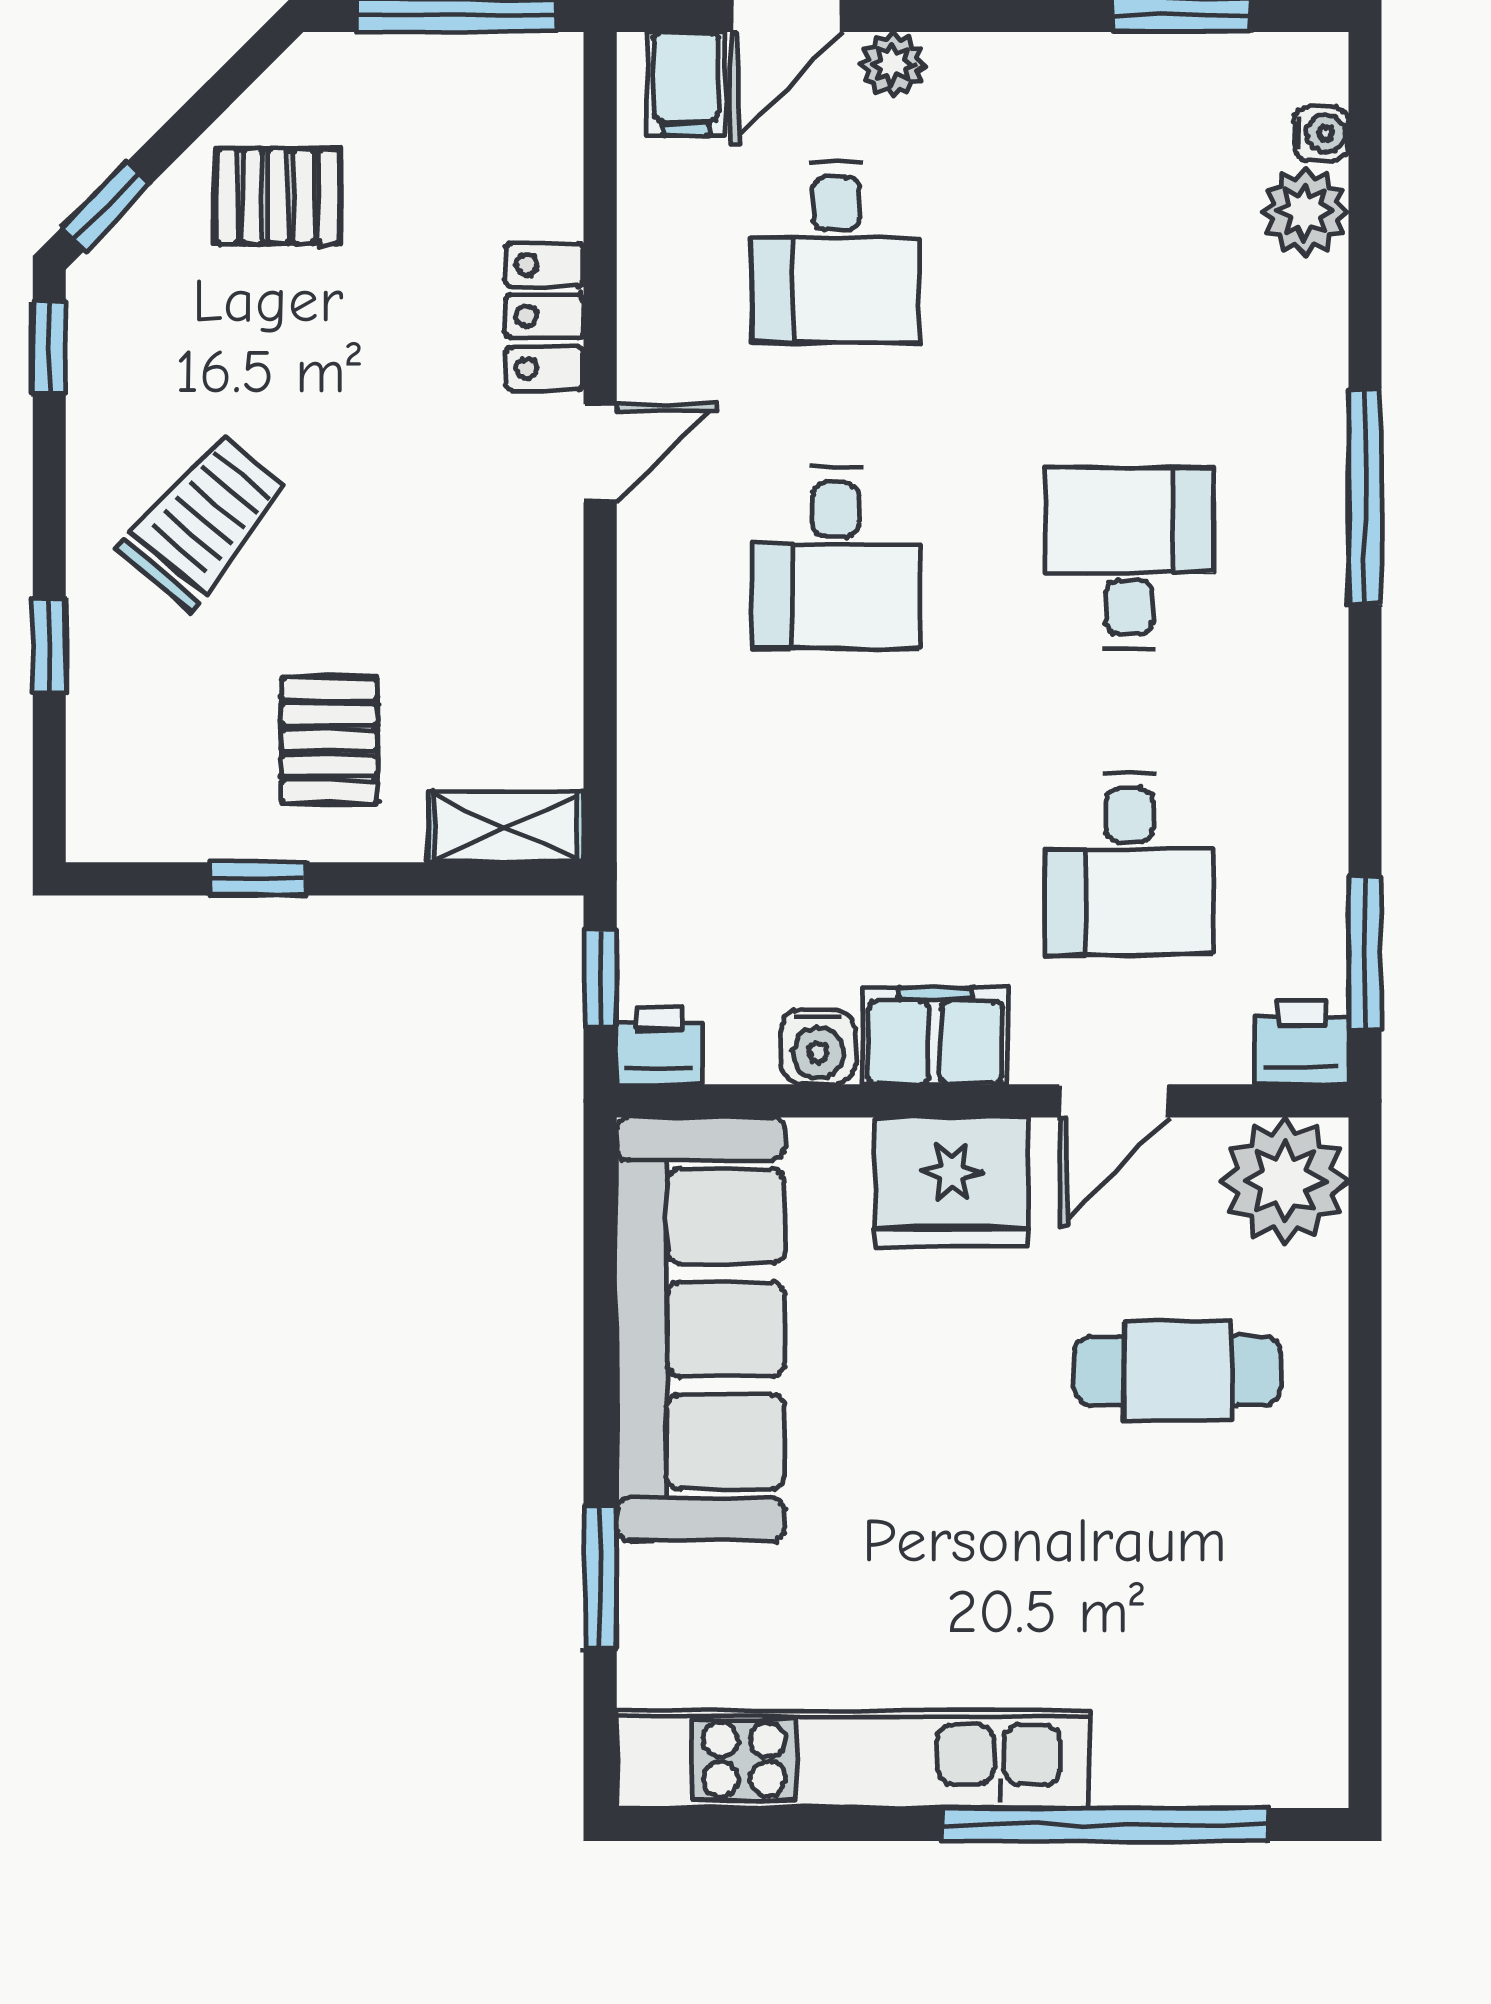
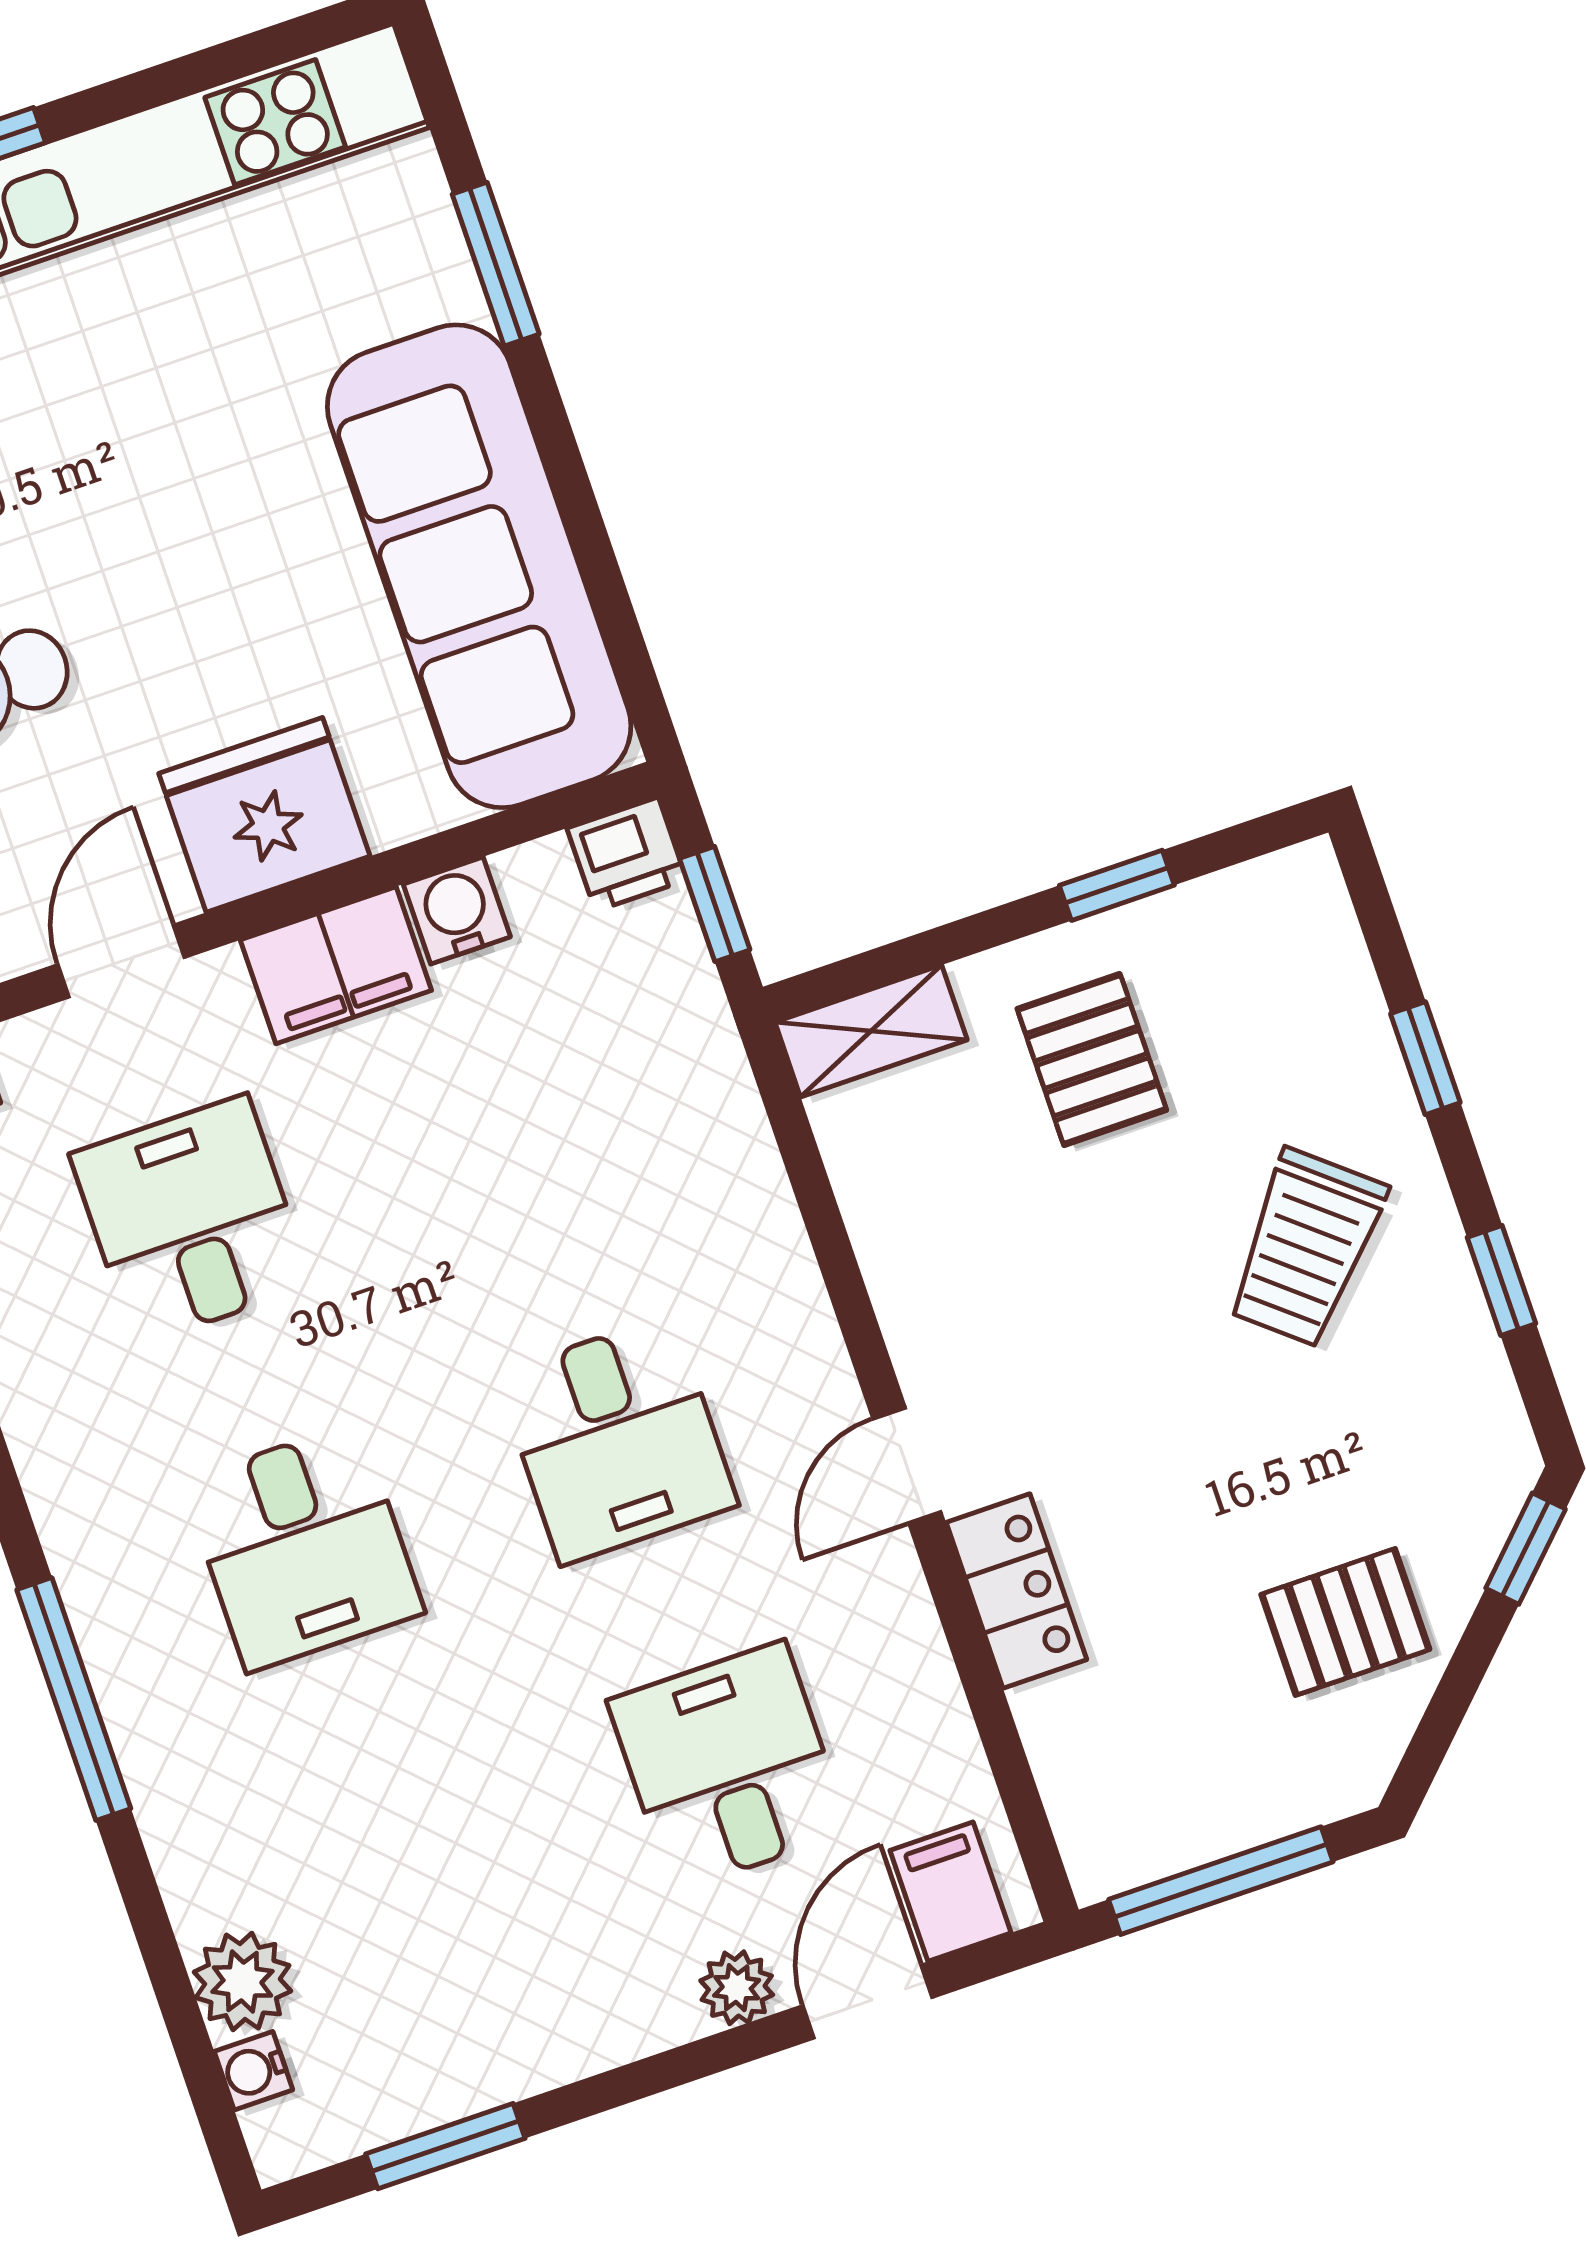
window: (49, 348) -> (1501, 1280), moved
desk: (836, 558) -> (617, 1439), turned 180

